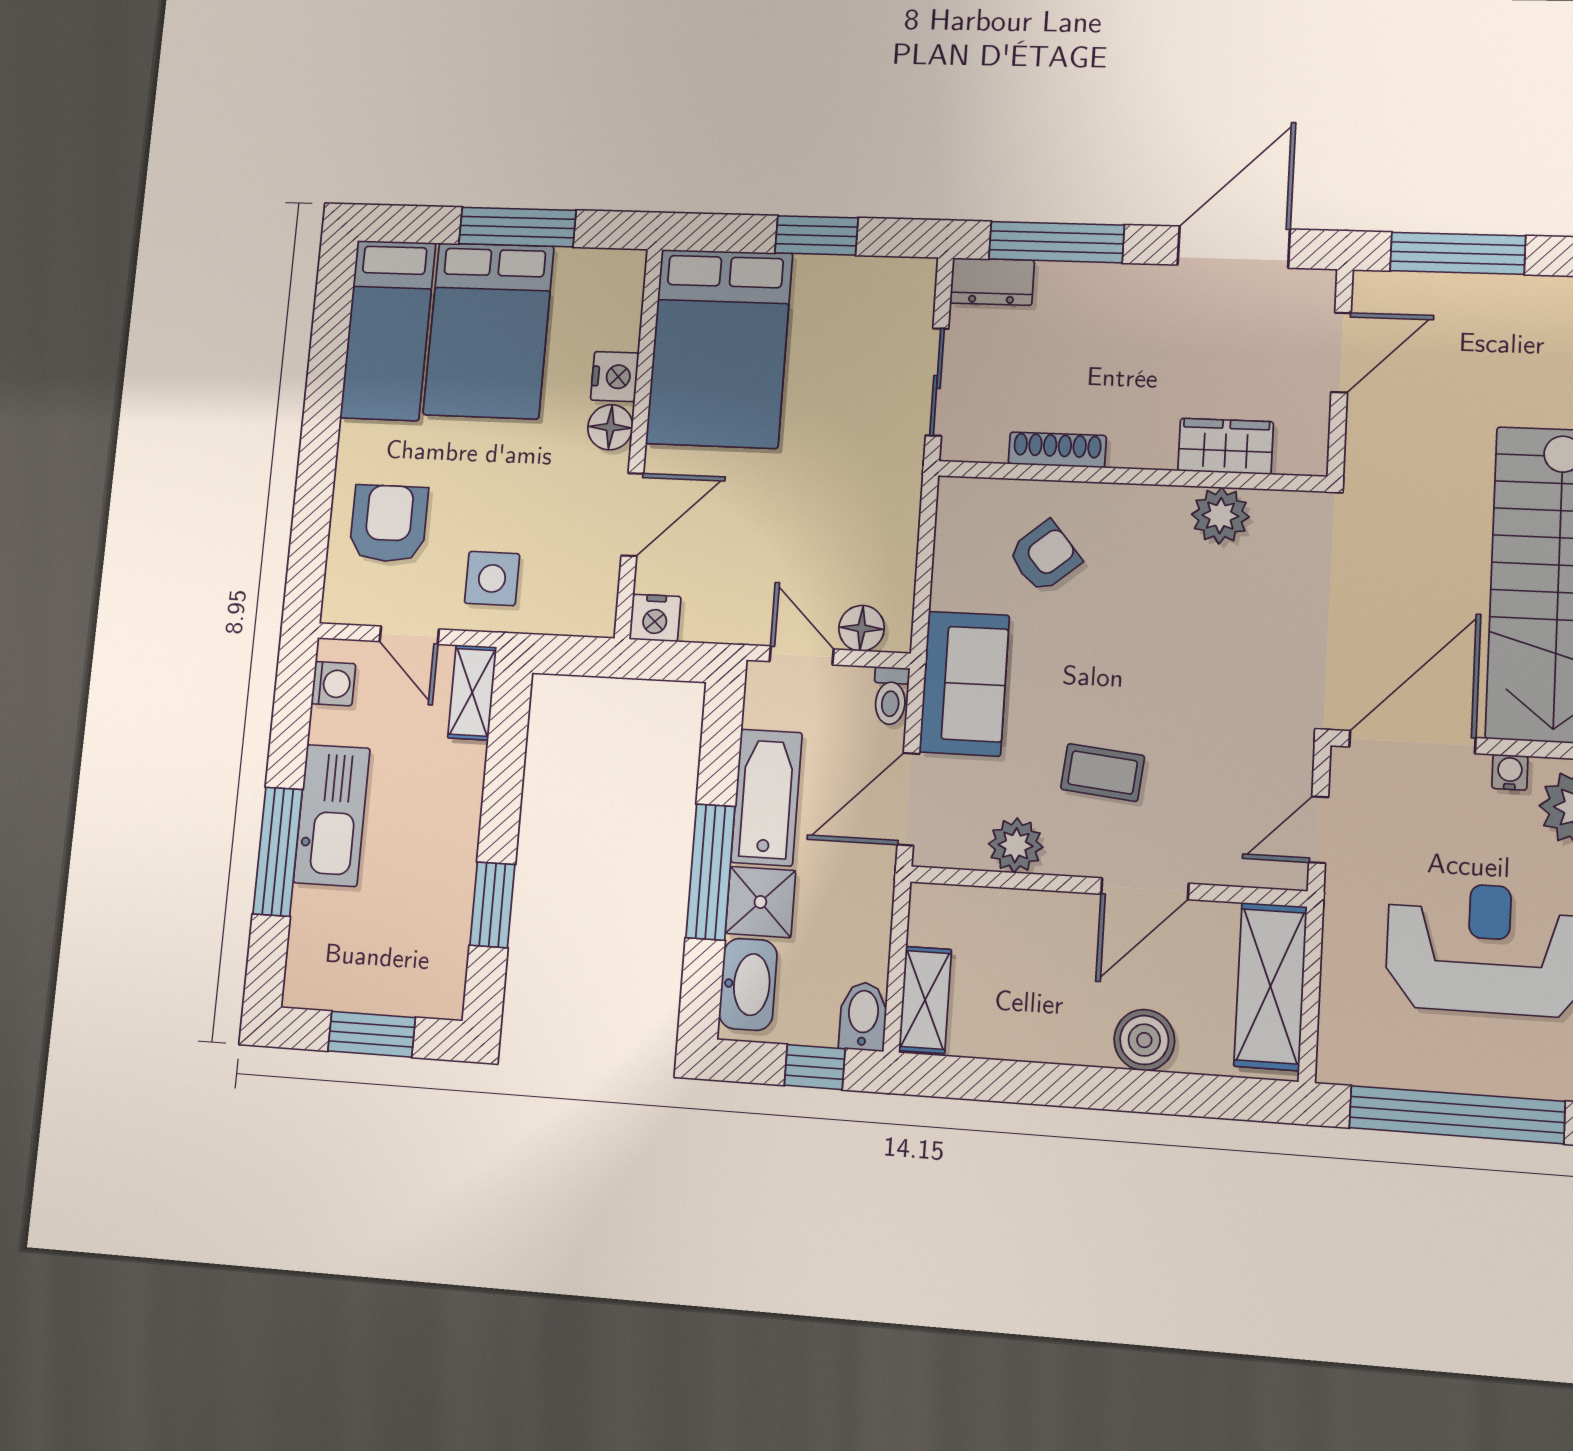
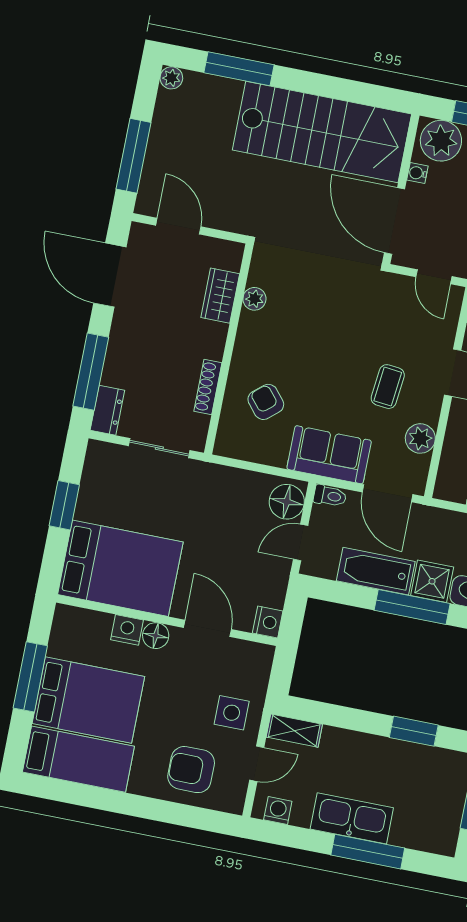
plant: (1220, 516) -> (254, 299), width x0.73, depth x0.73
floor lamp: (862, 628) -> (287, 502), width x1.38, depth x1.38

